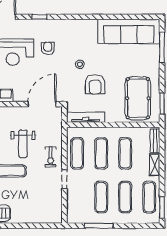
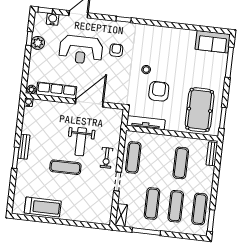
window: (39, 17) -> (124, 19), moved
sofa: (129, 31) -> (213, 42), width x0.54, depth x0.79
armchair: (95, 84) -> (159, 91), turned 180
door: (42, 104) -> (89, 103), moved
exercise mat: (101, 153) -> (157, 160), removed
shelving: (155, 165) -> (121, 215), moved

